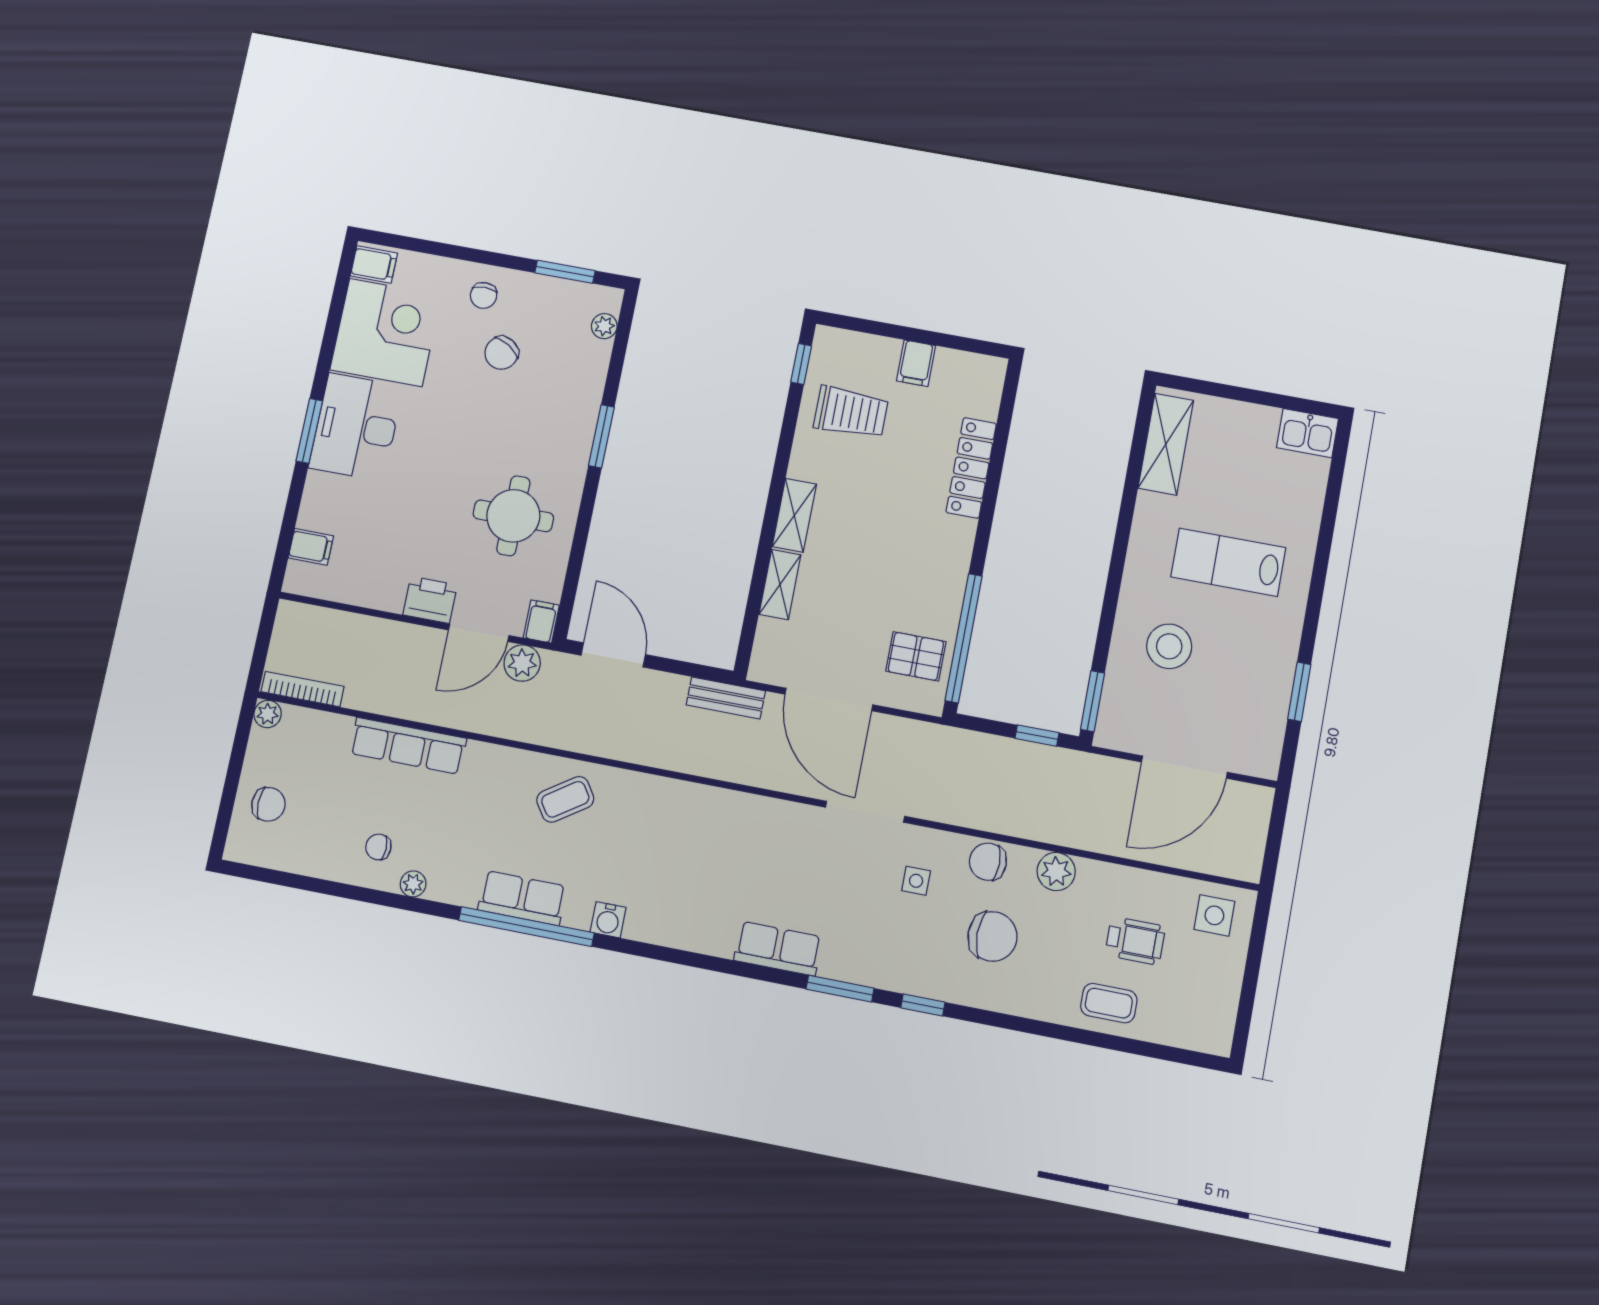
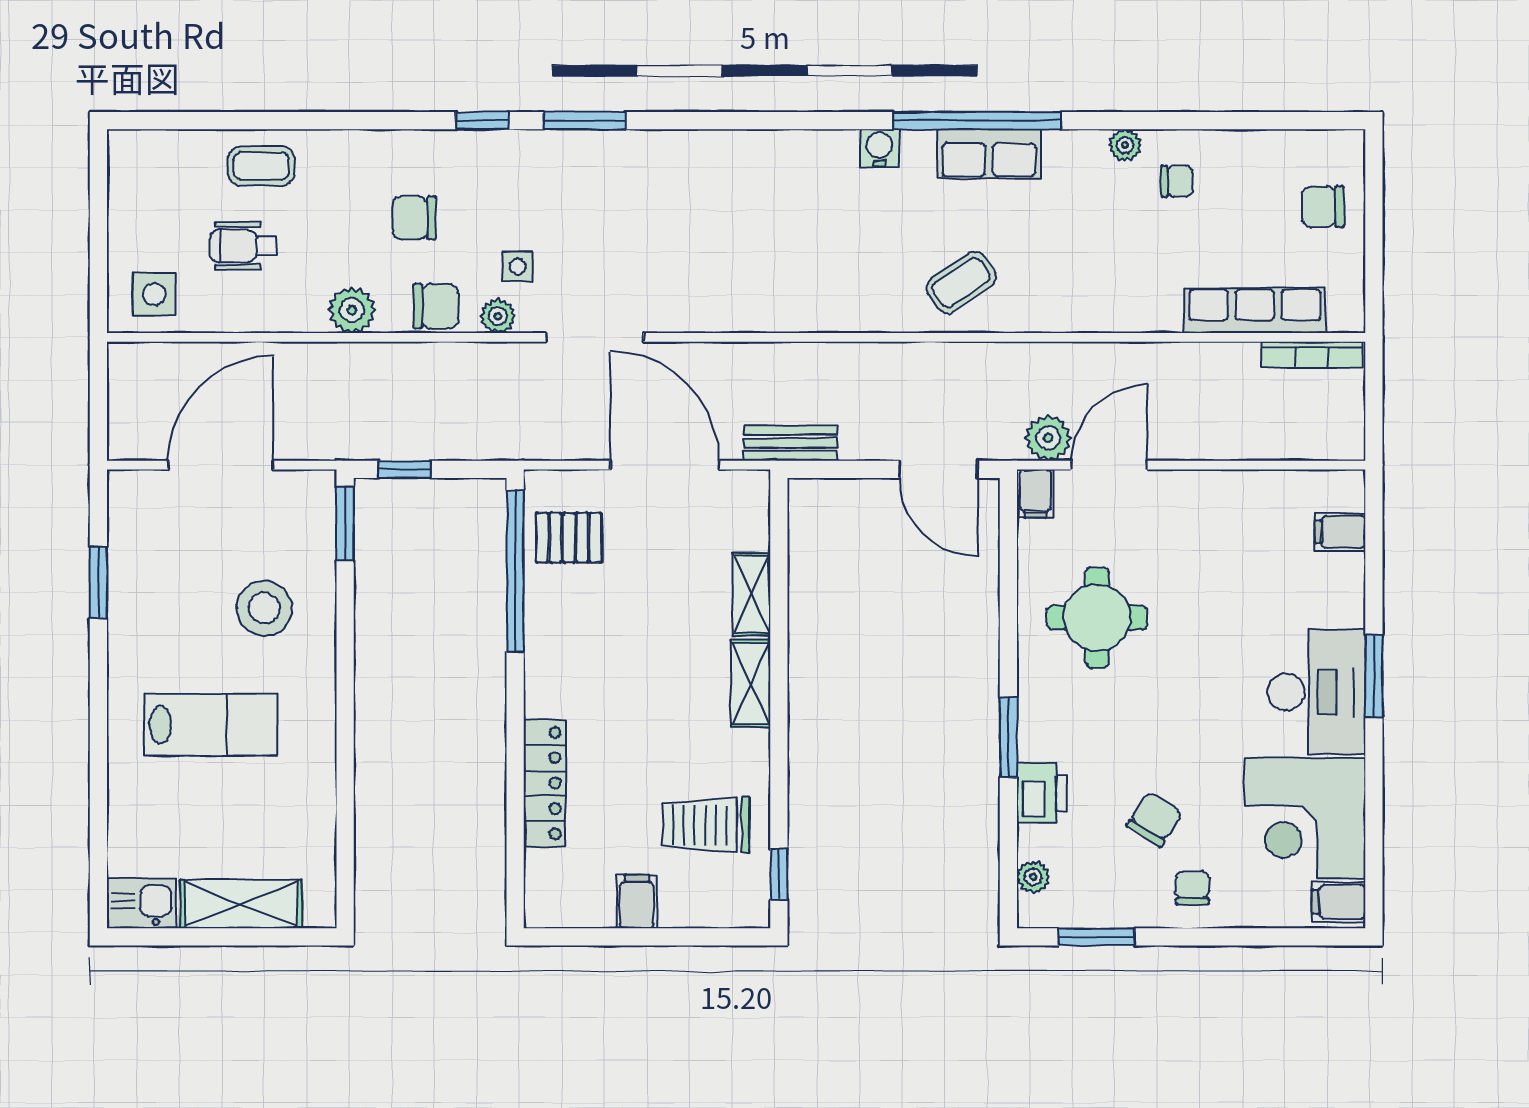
shelving: (1166, 444) -> (241, 904), moved, turned 90
printer: (430, 600) -> (1042, 793), moved, turned -90
plant: (268, 714) -> (498, 316), moved
row of seats: (408, 746) -> (1255, 310), moved
chair: (992, 936) -> (414, 218), width x0.73, depth x0.73
row of seats: (778, 949) -> (668, 153), removed

